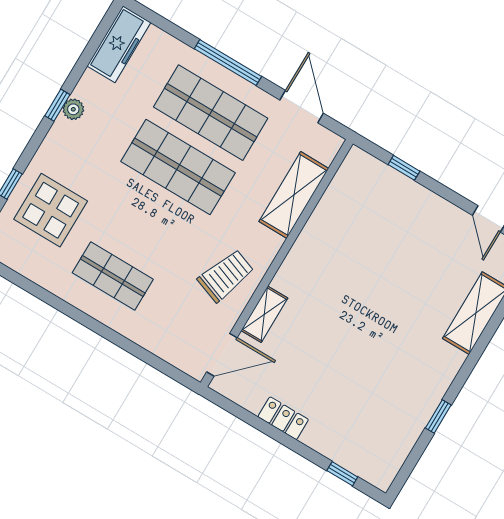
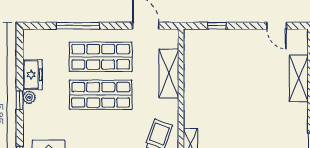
freezer: (119, 44) -> (33, 75), moved, width x0.71
window: (228, 63) -> (78, 26), moved

